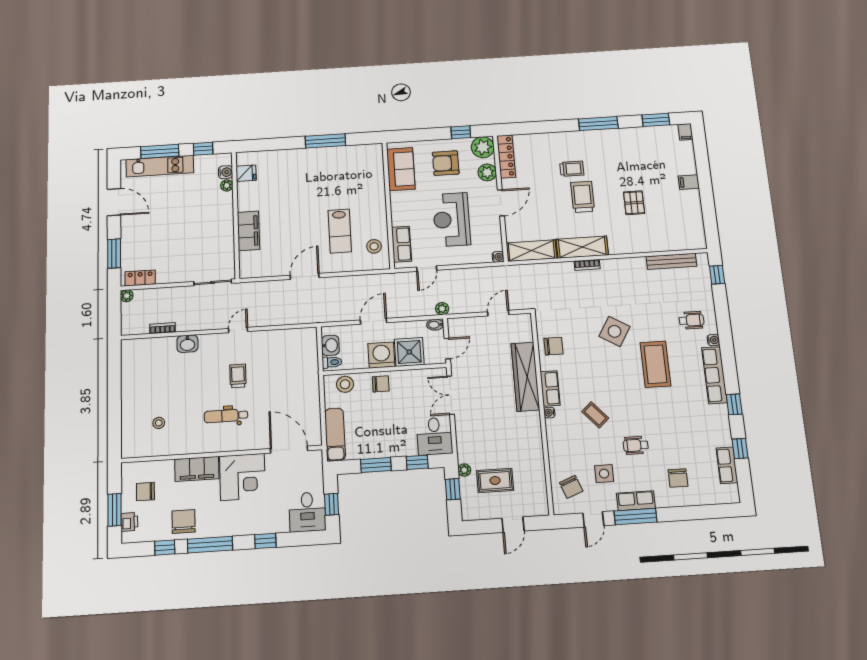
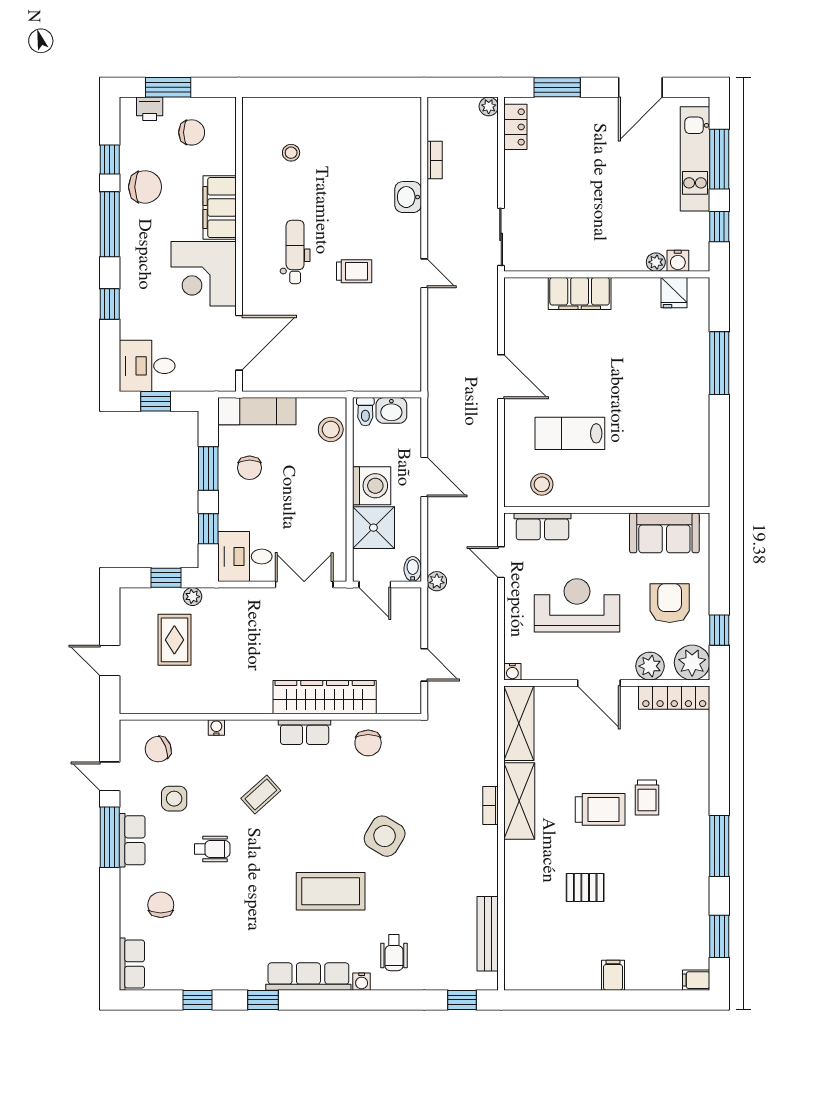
window: (325, 141) -> (719, 363), moved
chair: (381, 384) -> (250, 468), moved
water cooler: (549, 413) -> (216, 727), moved
wheelchair: (636, 445) -> (212, 849), turned 90
row of seats: (727, 465) -> (132, 964), moved, turned 90
chair: (678, 478) -> (161, 905), turned 90
chair: (146, 492) -> (192, 132), turned 90

